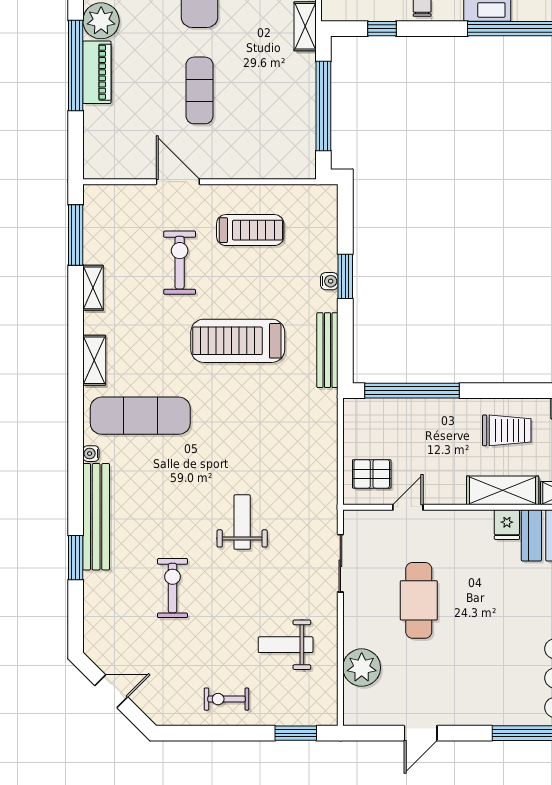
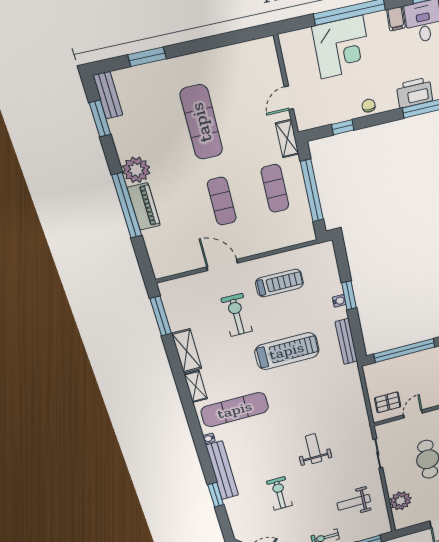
exercise mat: (274, 90) -> (275, 188), added
shelving: (93, 288) -> (187, 351), width x1.50, depth x1.33
treadmill: (238, 341) -> (287, 351), turned 180

